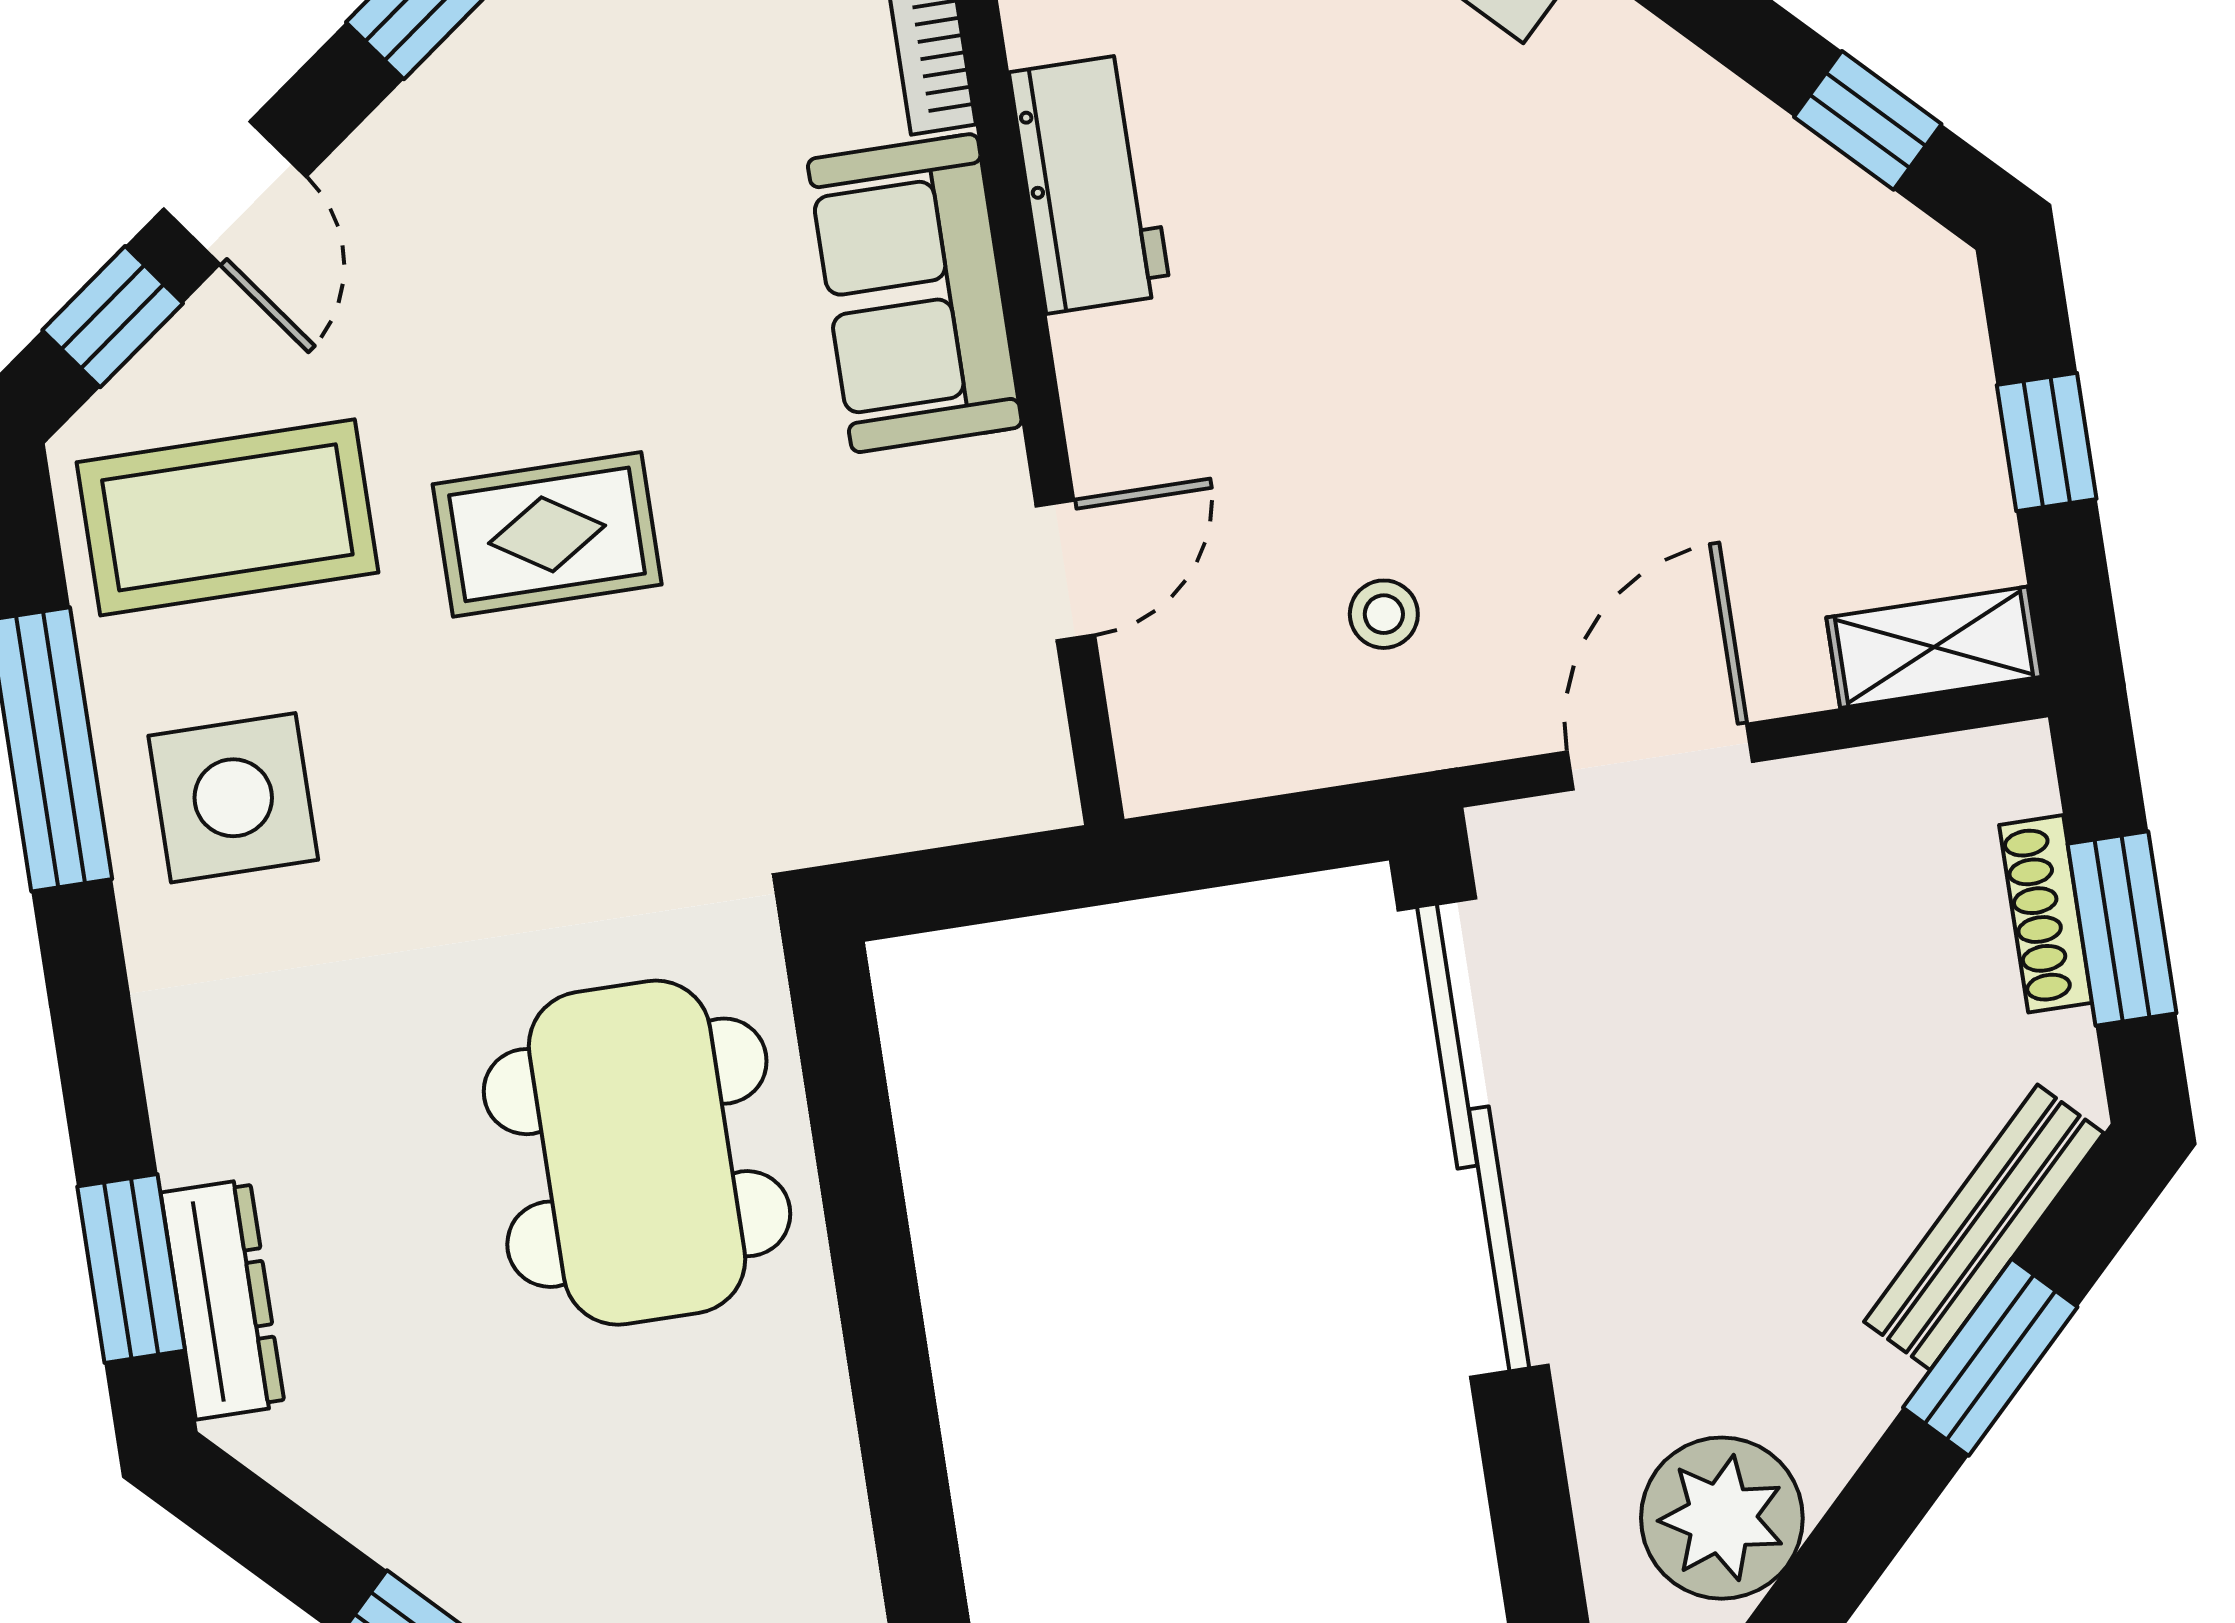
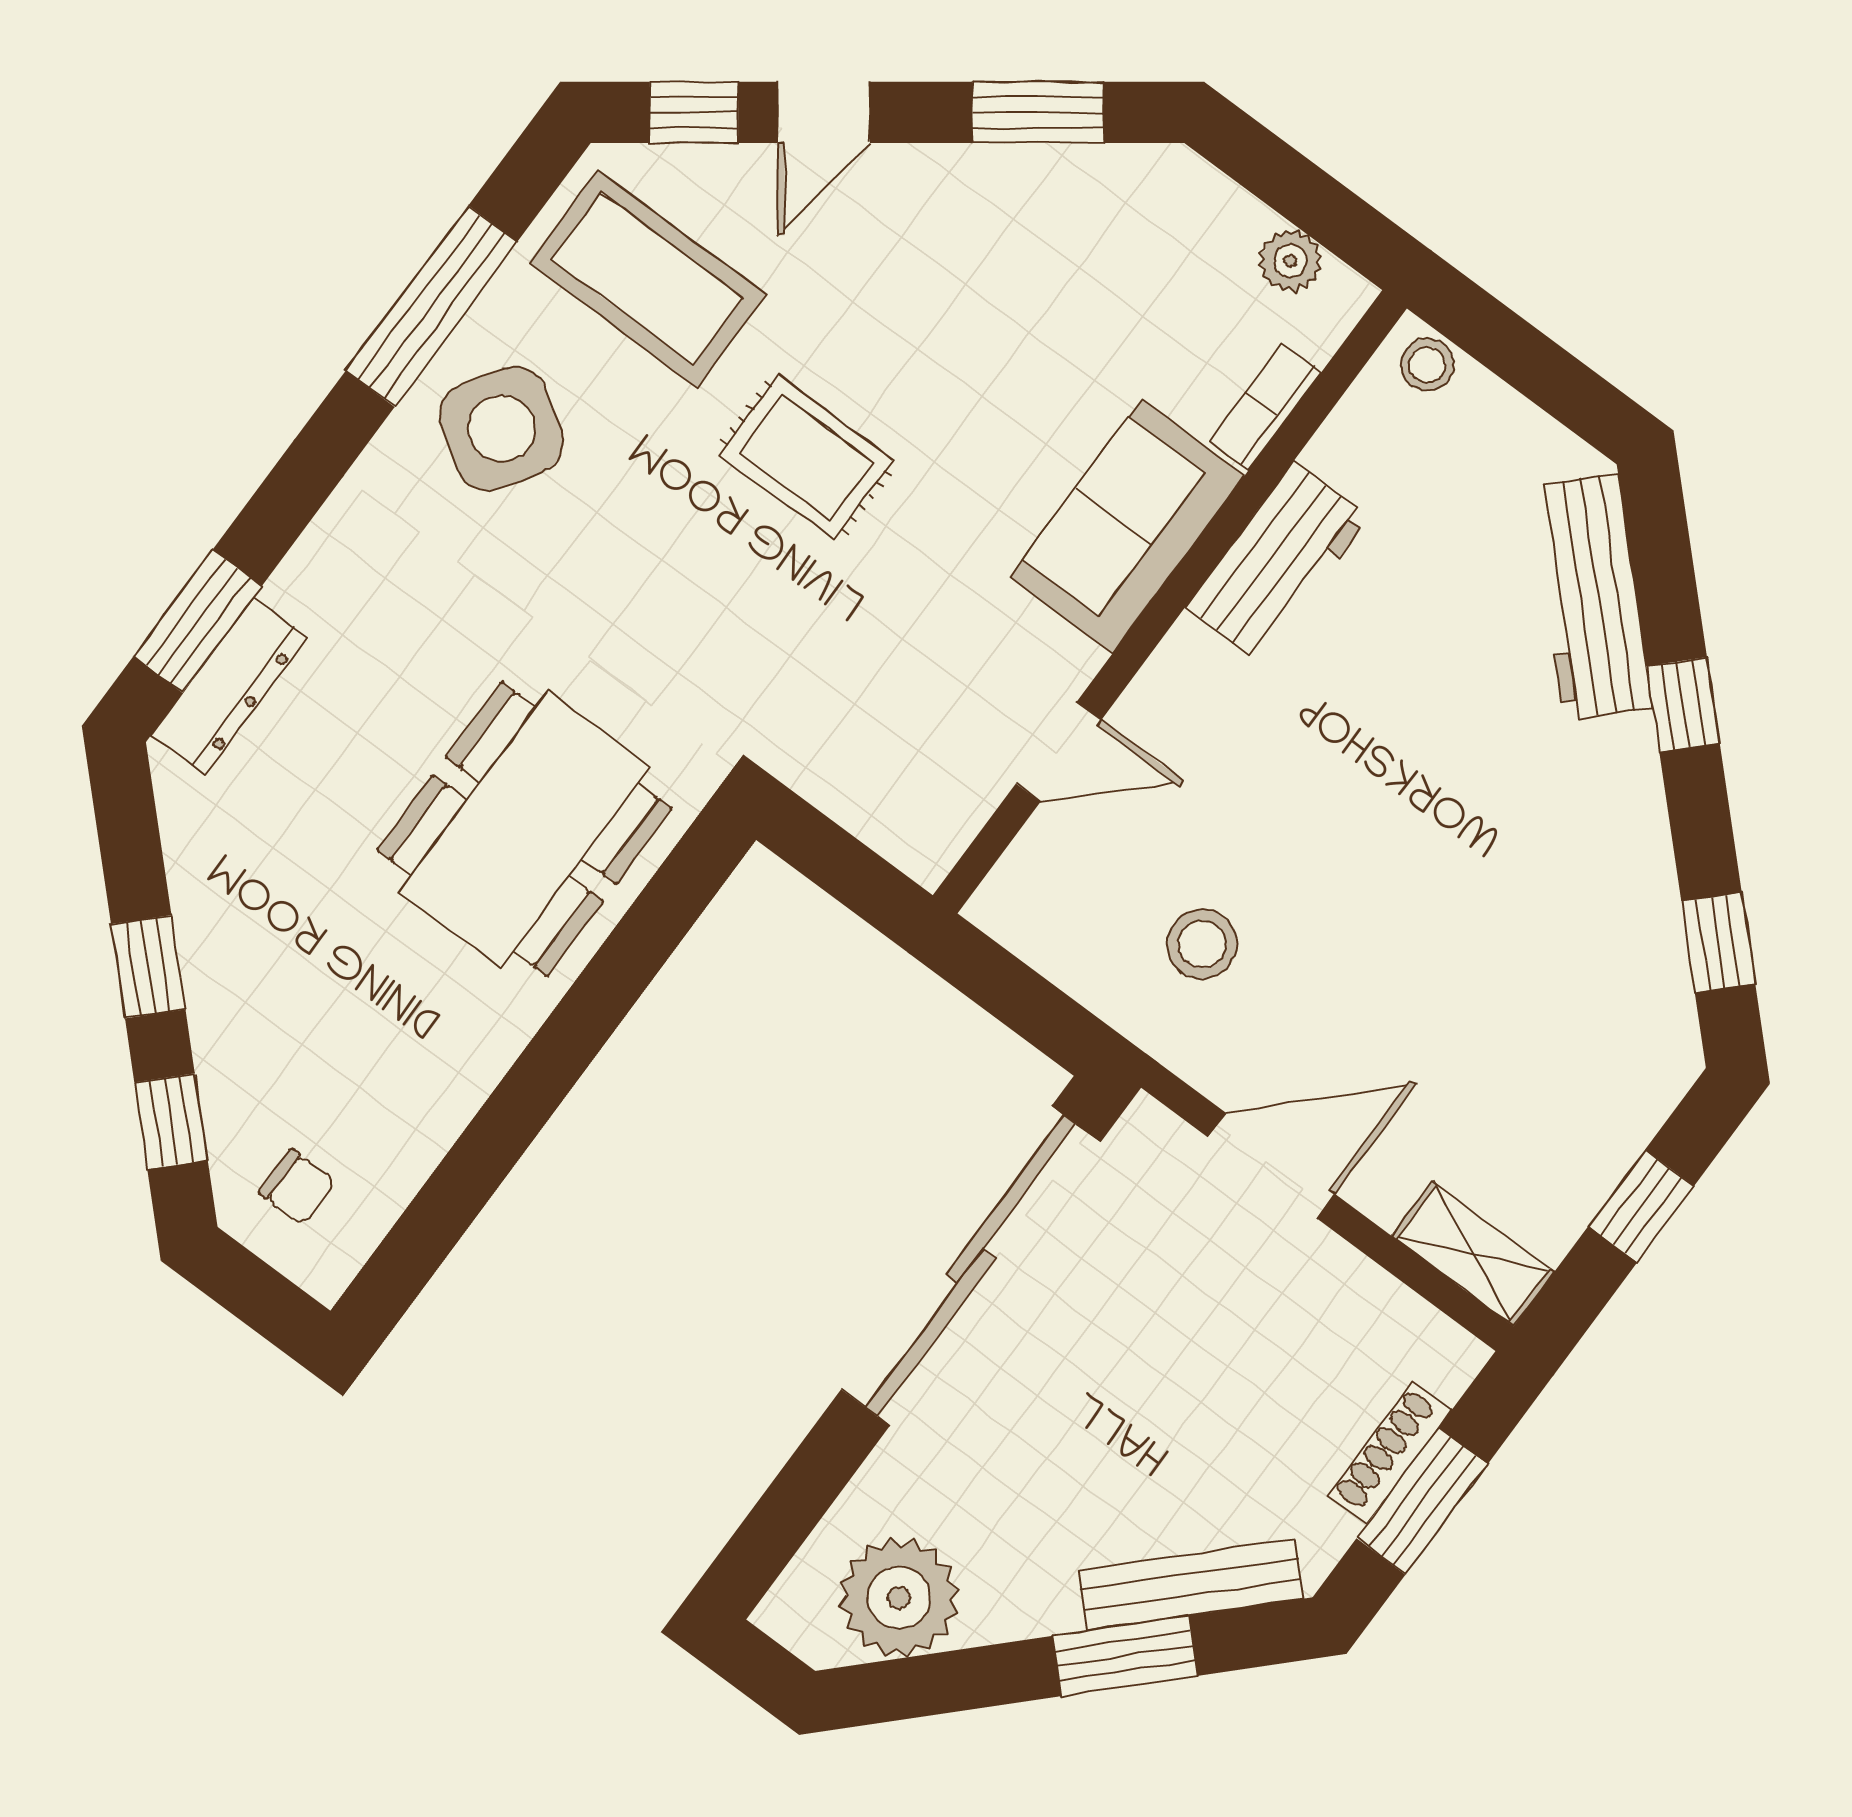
stool: (1384, 614) -> (1202, 944), width x1.37, depth x1.37
side table: (233, 798) -> (501, 429), turned 33

